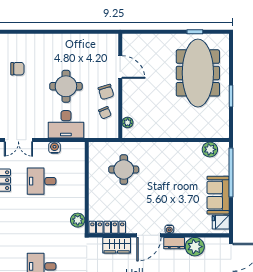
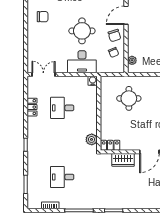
door: (120, 67) -> (126, 15), swing flipped
double door: (18, 140) -> (43, 74), swing flipped
water cooler: (55, 148) -> (93, 81), moved
locker: (107, 227) -> (110, 145), width x0.66

